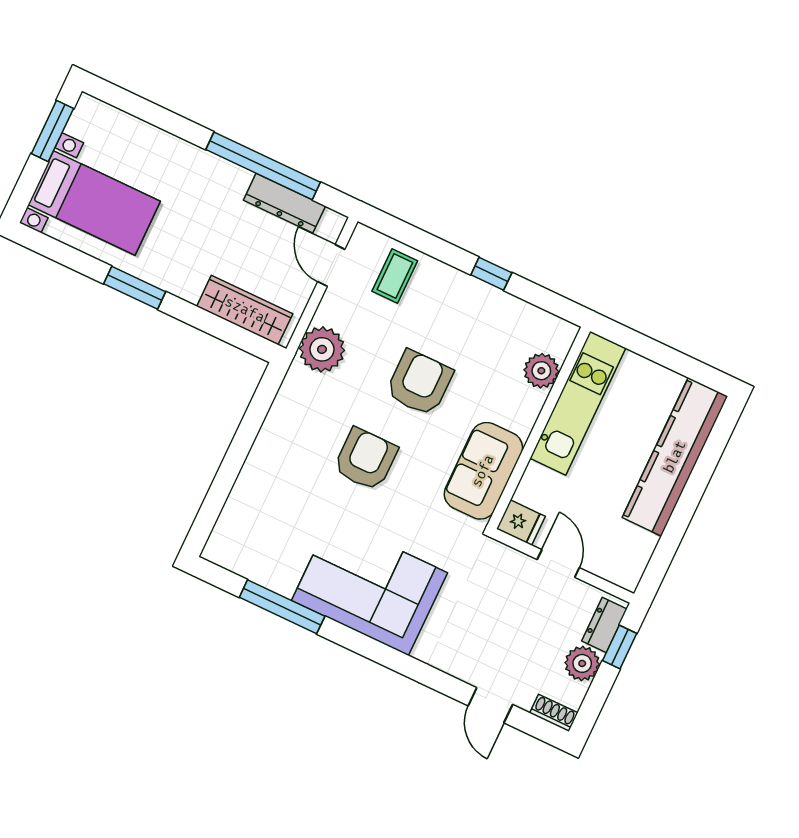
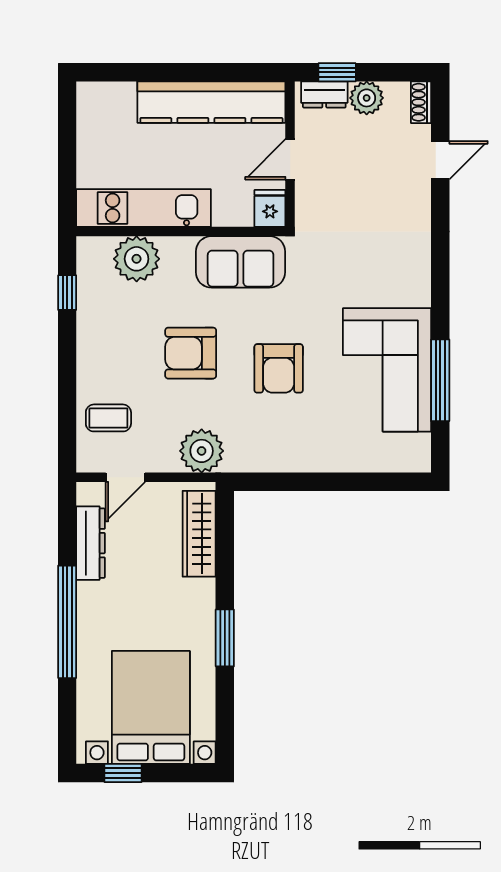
window: (52, 131) -> (123, 773), width x0.67
window: (263, 166) -> (67, 622), moved
bed with nightstands: (94, 203) -> (151, 707), width x1.36
window: (491, 274) -> (67, 293), moved
plant: (541, 371) -> (137, 259), width x1.36, depth x1.36
kitchen counter: (675, 457) -> (211, 102), moved
armchair: (366, 459) -> (279, 368), turned -90
corner sofa: (370, 587) -> (387, 370), moved

